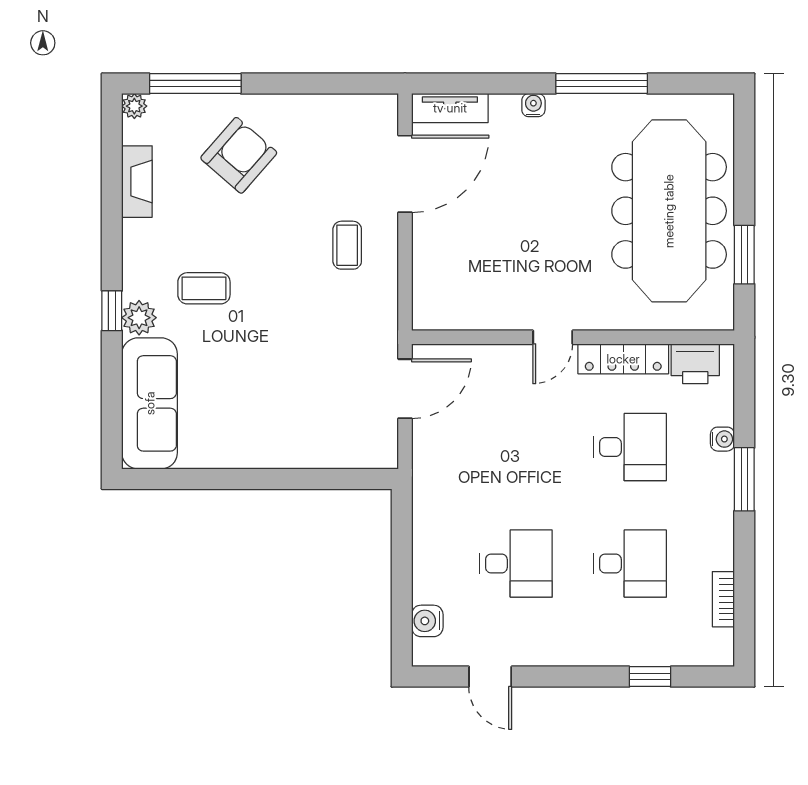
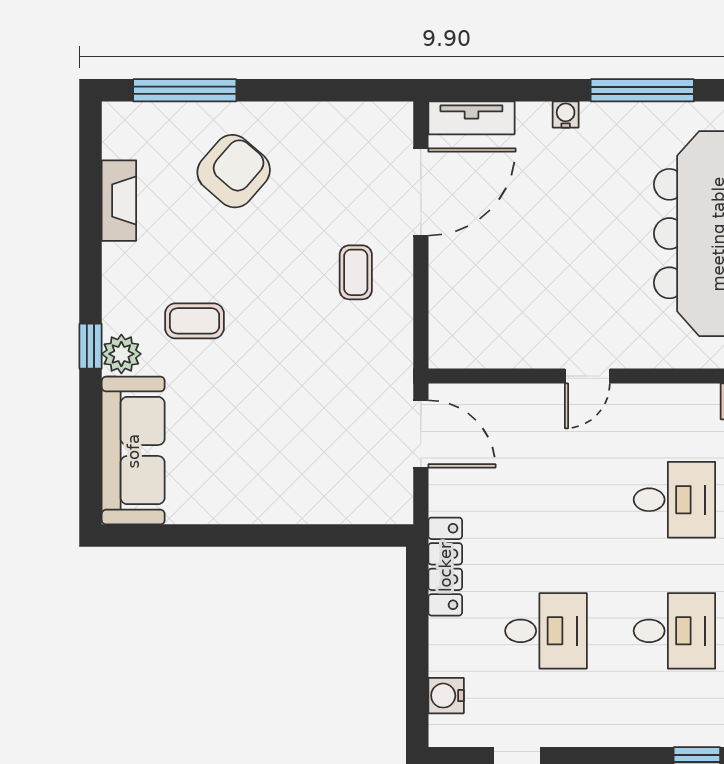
plant: (134, 106) -> (116, 116), removed
locker: (623, 359) -> (445, 567), moved, turned -90
door: (405, 389) -> (421, 434), hinge flipped

